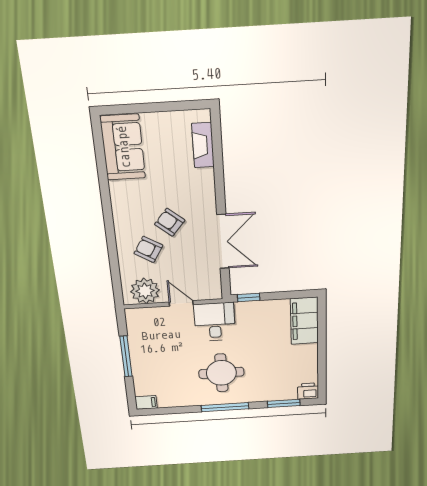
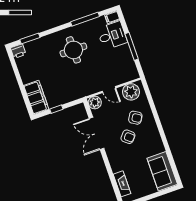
plant: (211, 290) -> (95, 103), added
window: (249, 297) -> (56, 109), moved
desk: (215, 322) -> (112, 36), moved, turned -90
window: (225, 407) -> (85, 19), moved

